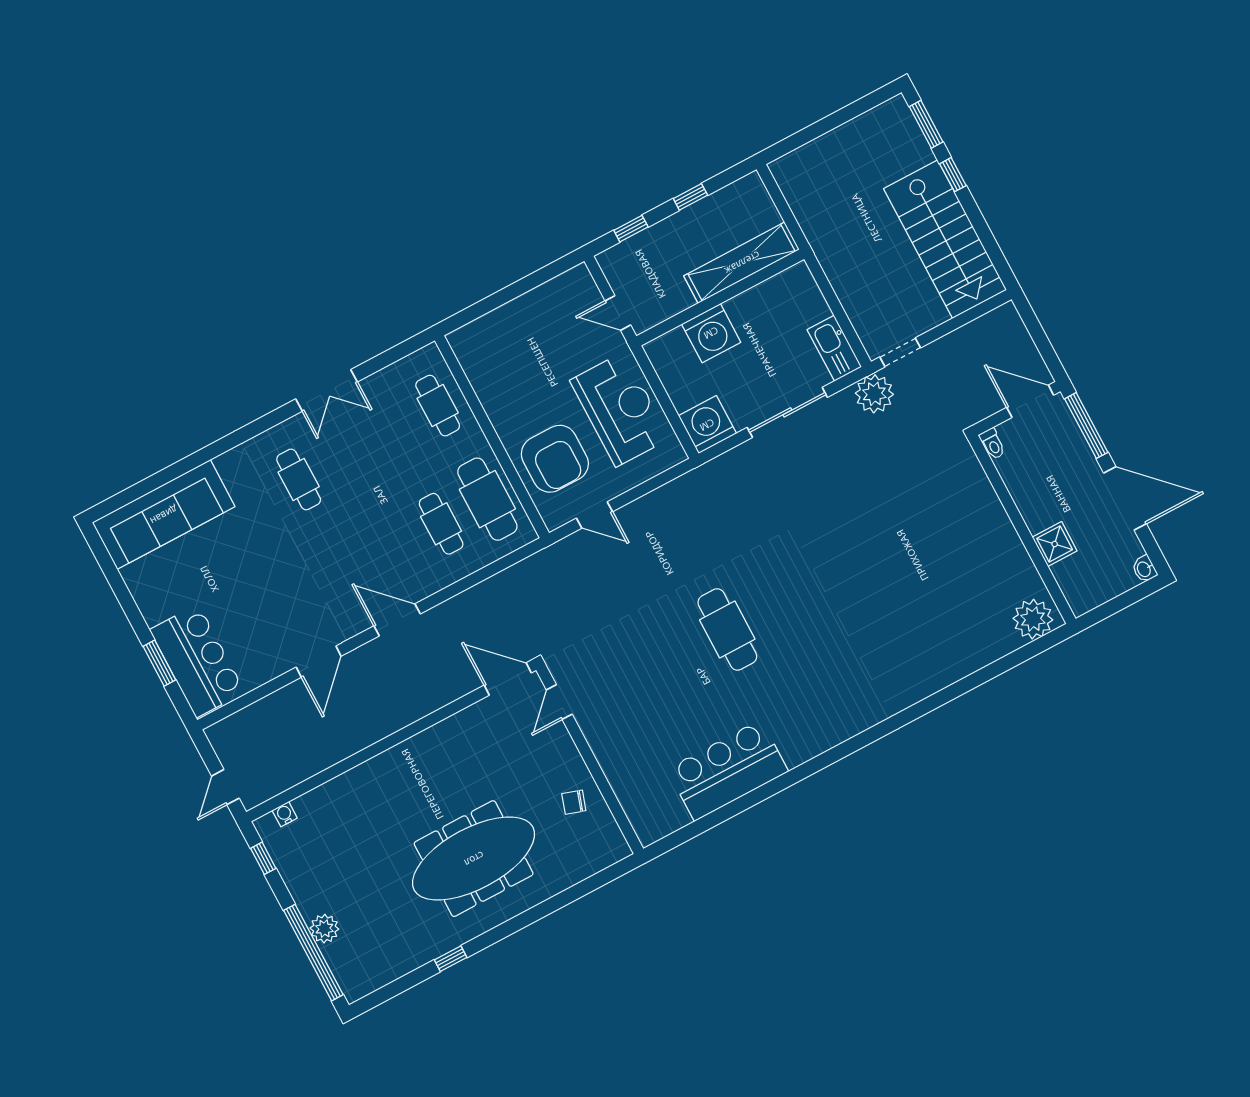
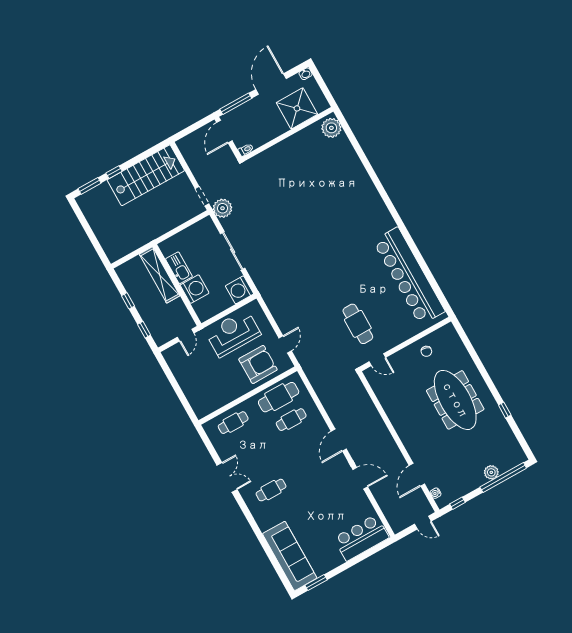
kitchen sink: (834, 348) -> (179, 268), moved, turned -90
shower: (1055, 544) -> (297, 108), width x1.86, depth x1.86
cafe table: (727, 629) -> (358, 324), moved, turned 90
window: (159, 663) -> (316, 583), moved
door: (508, 679) -> (417, 475), moved
bar counter: (728, 770) -> (409, 276), width x1.86

